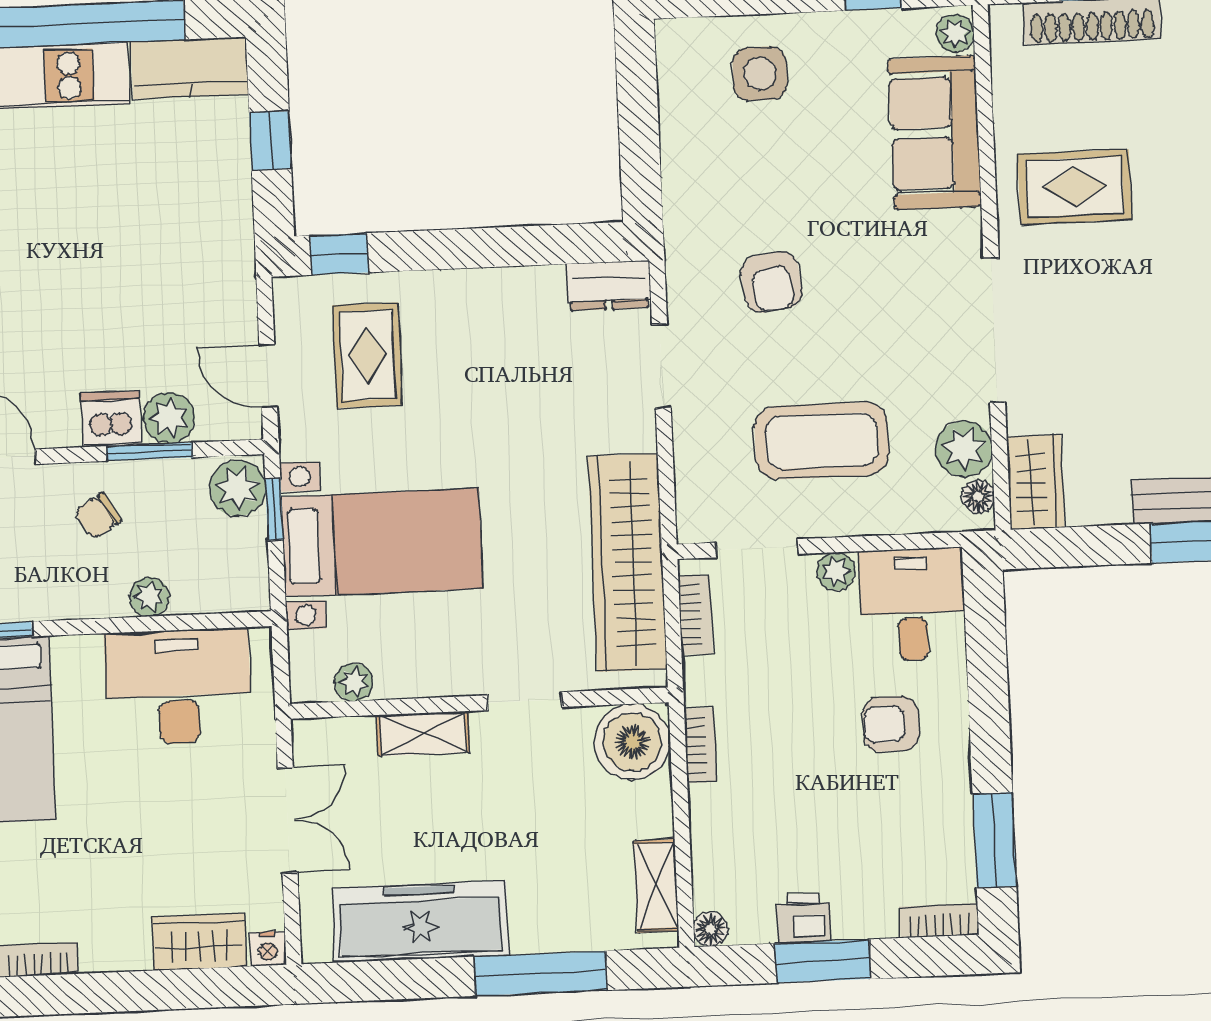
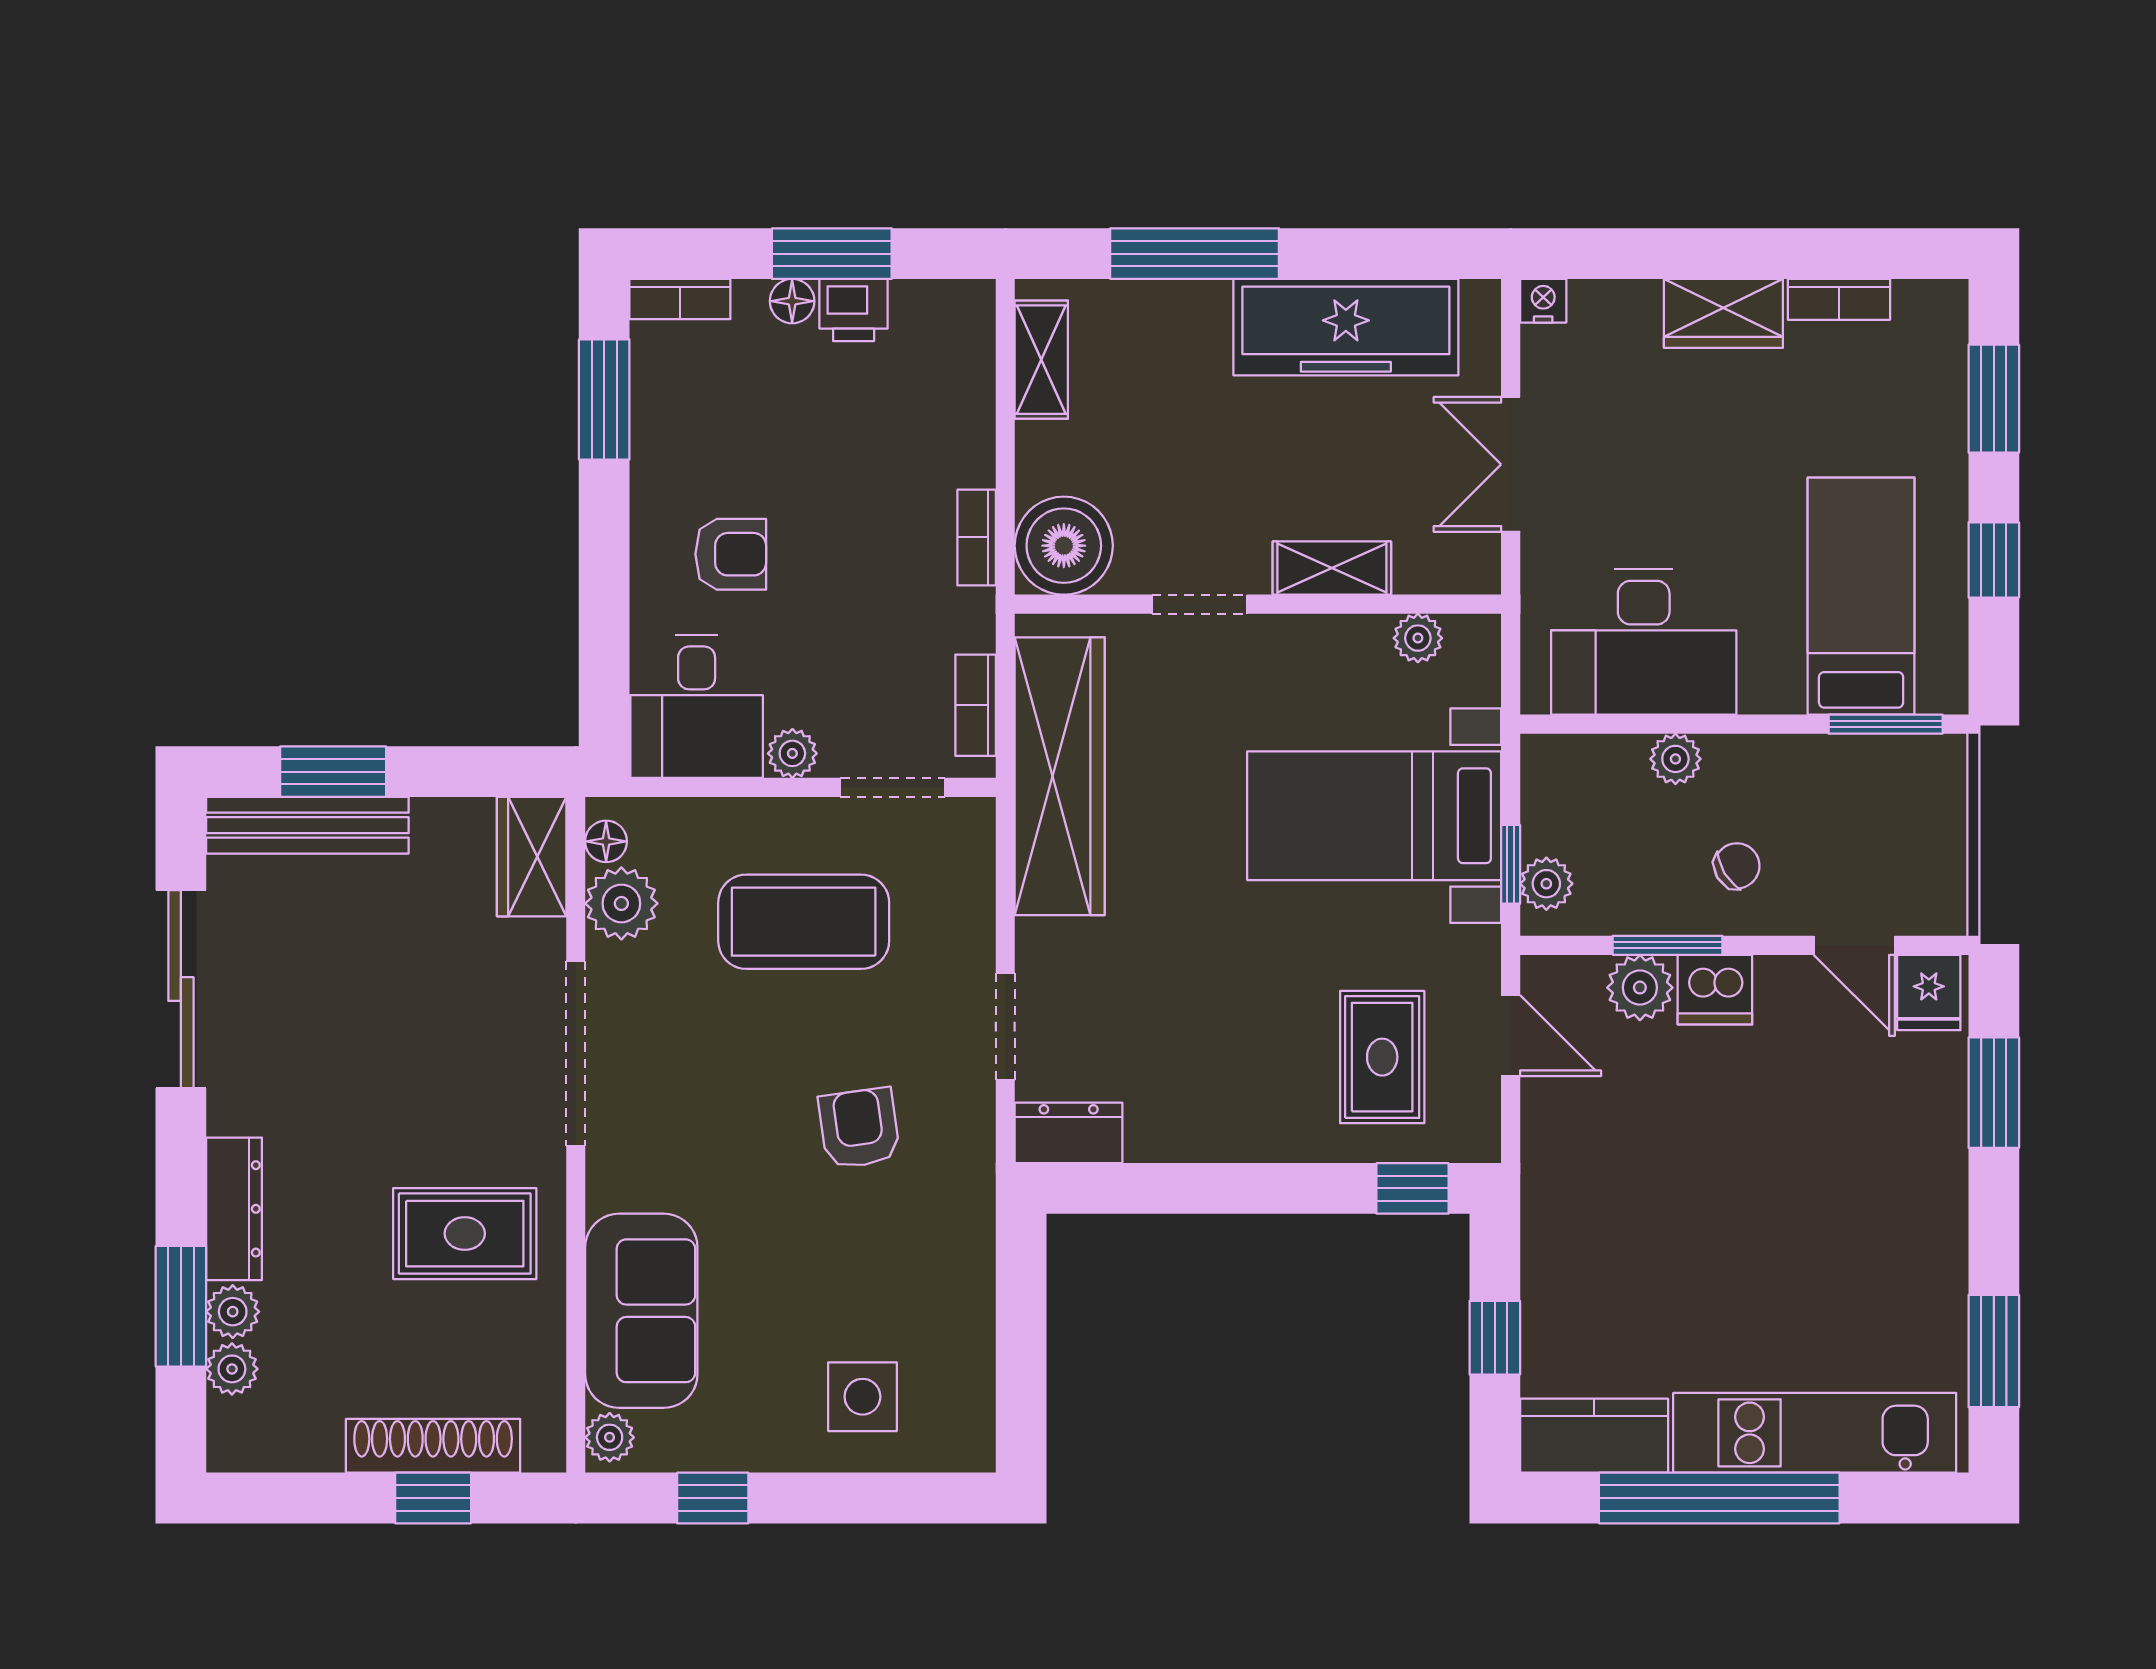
plant: (238, 488) -> (1546, 884), width x0.73, depth x0.73
floor lamp: (711, 929) -> (792, 301), moved
wardrobe: (199, 942) -> (1723, 313), moved

